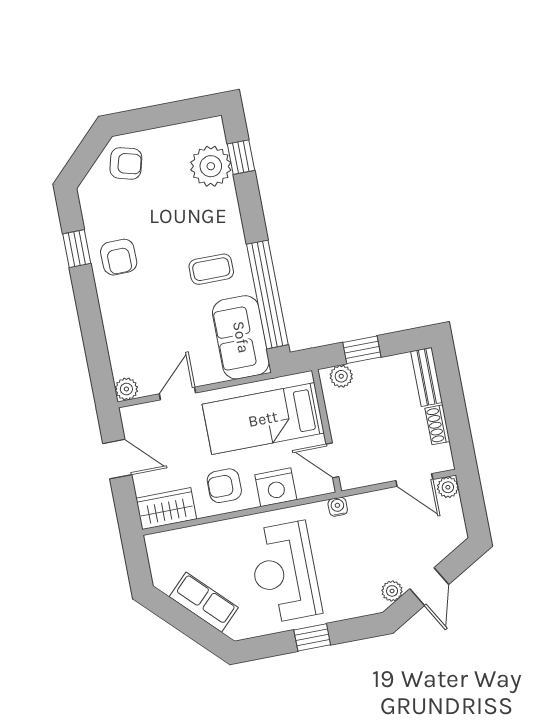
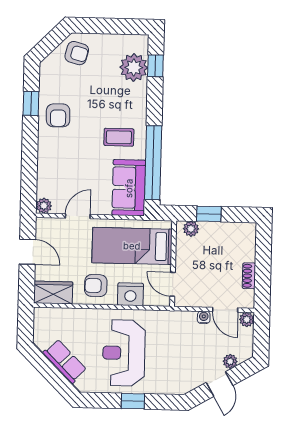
bench: (427, 377) -> (249, 242), removed
water cooler: (338, 507) -> (204, 317), moved
plant: (392, 591) -> (230, 361), moved

